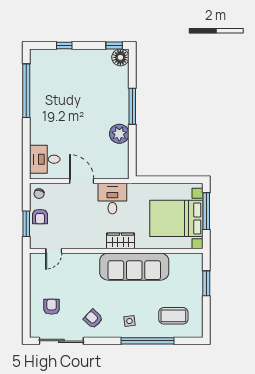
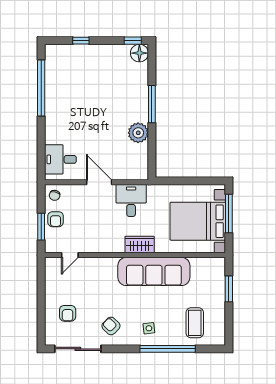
armchair: (52, 307) -> (68, 313), turned 180
coffee table: (173, 316) -> (195, 323), turned 90

